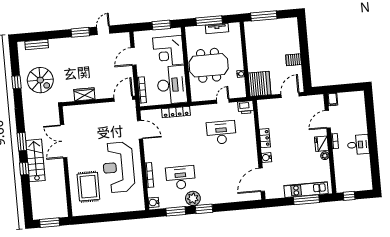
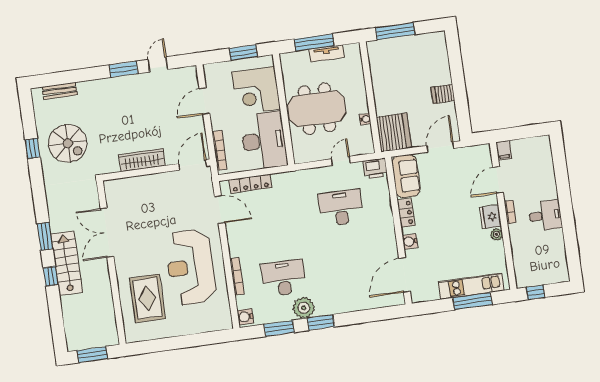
wardrobe: (84, 94) -> (142, 160), width x1.50
locker: (176, 112) -> (250, 184), moved
sofa: (266, 114) -> (406, 176), added

